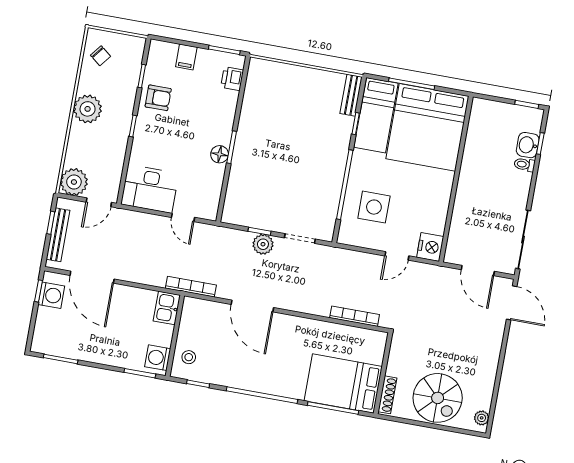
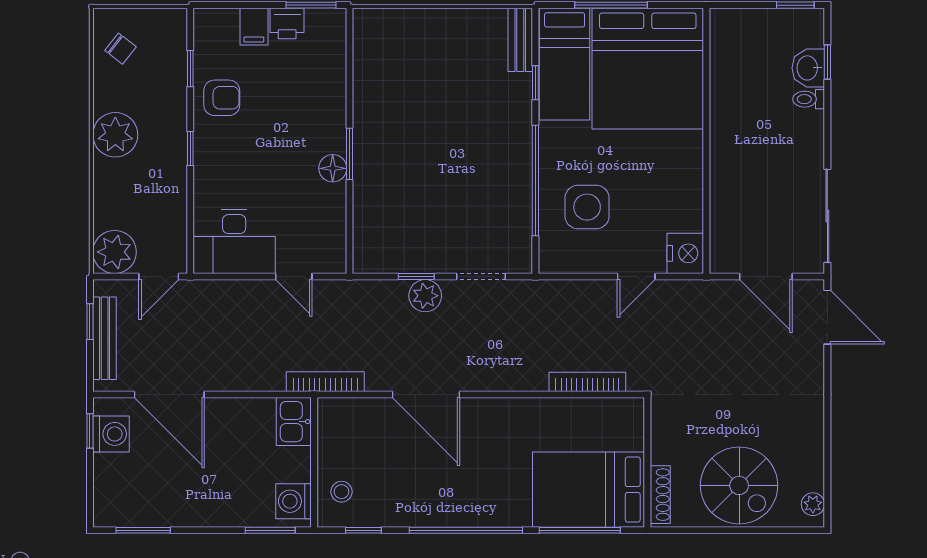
printer: (232, 79) -> (287, 23), moved, turned -90

